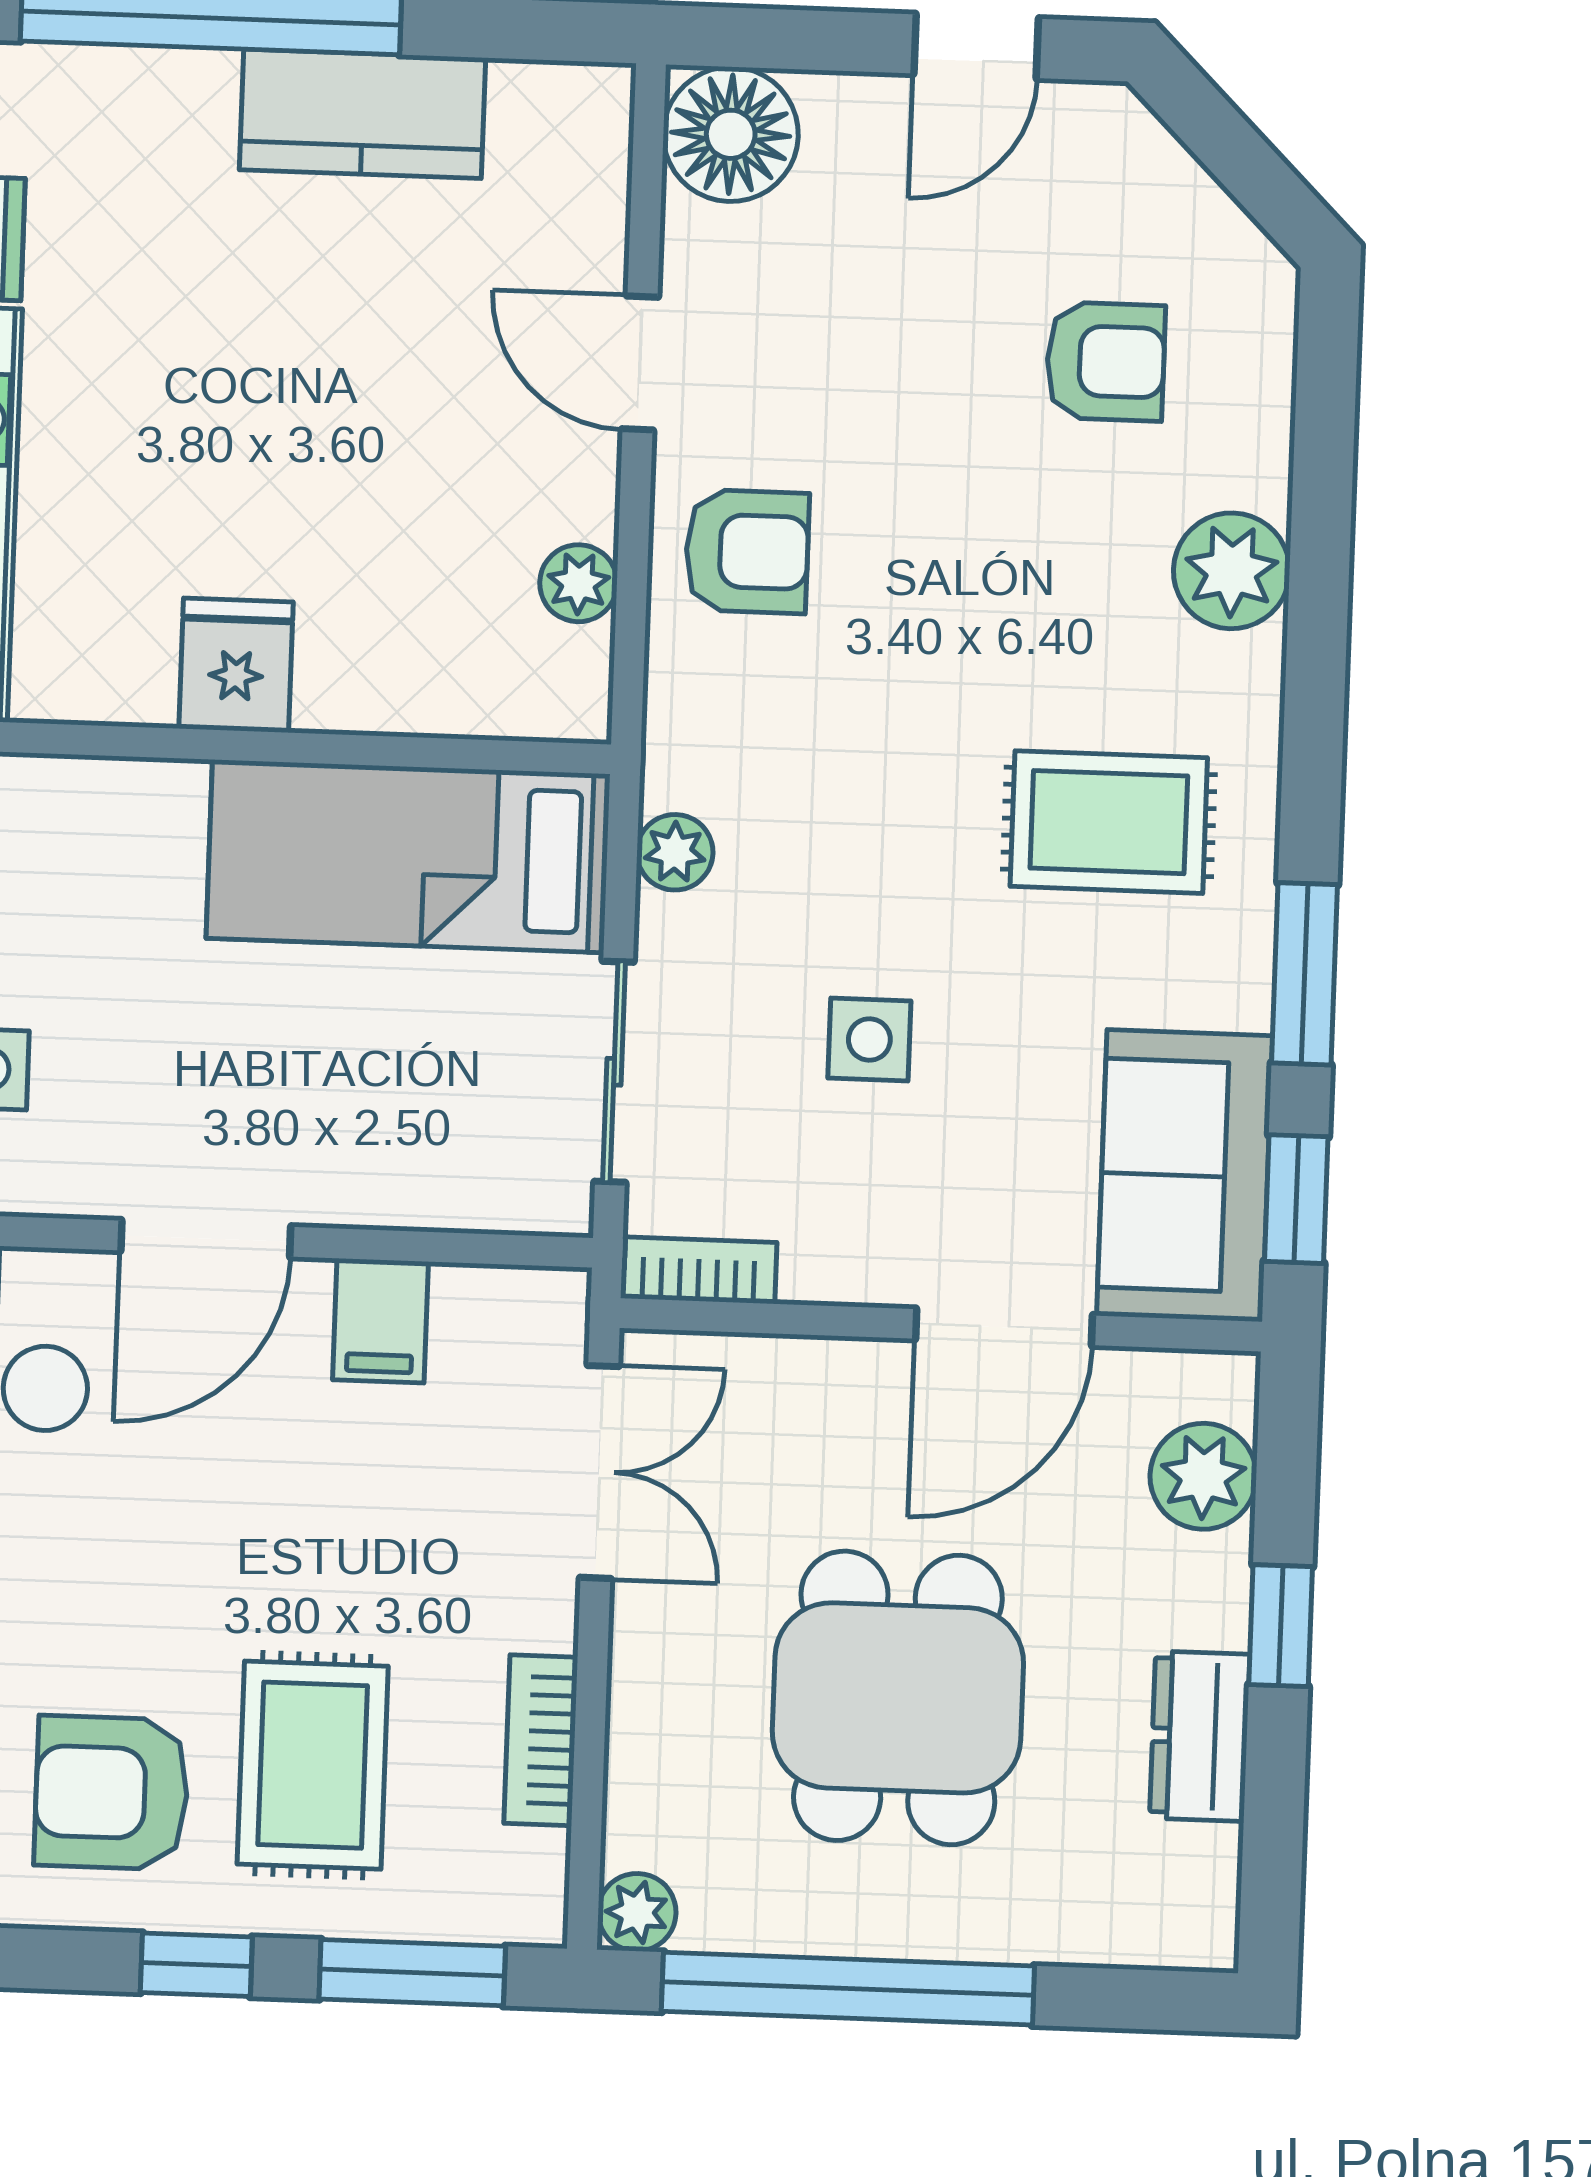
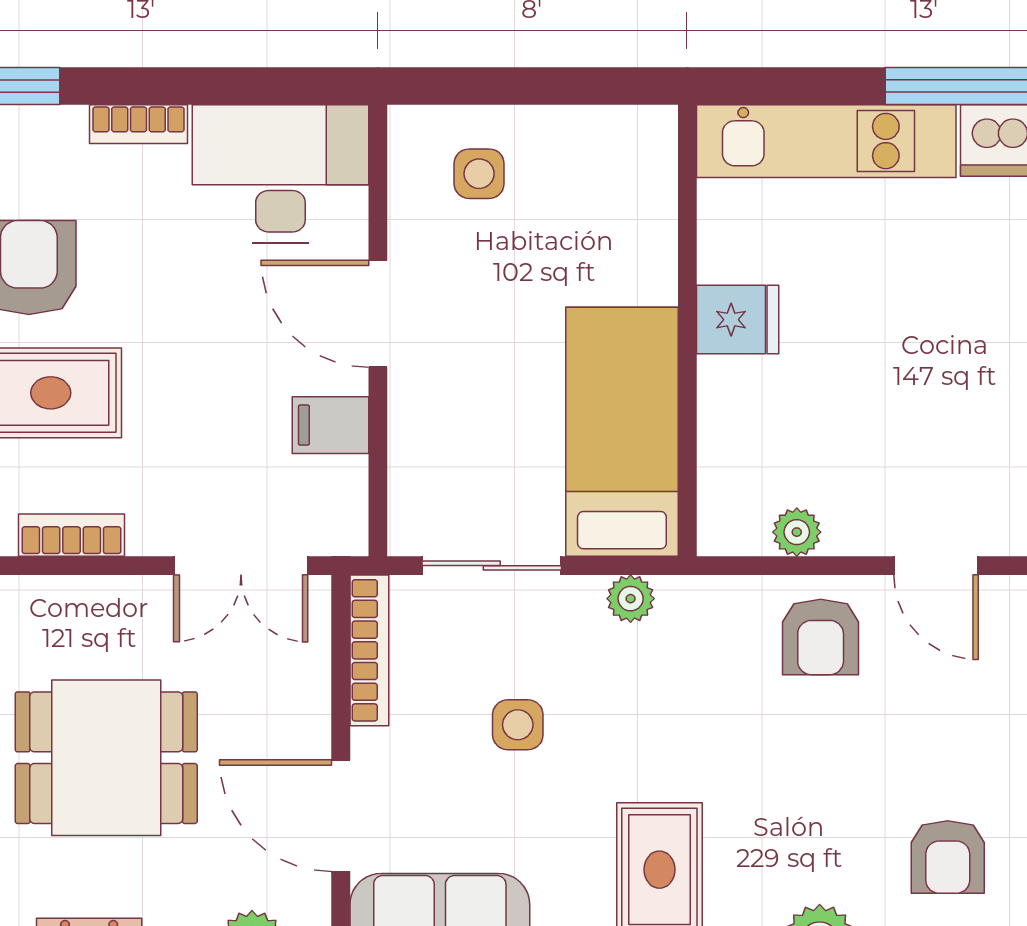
door: (640, 363) -> (936, 566), swing flipped
bookcase: (699, 1270) -> (369, 650), width x1.56

